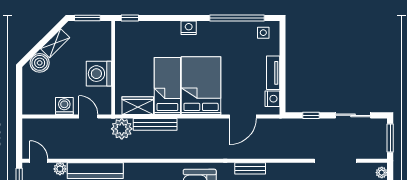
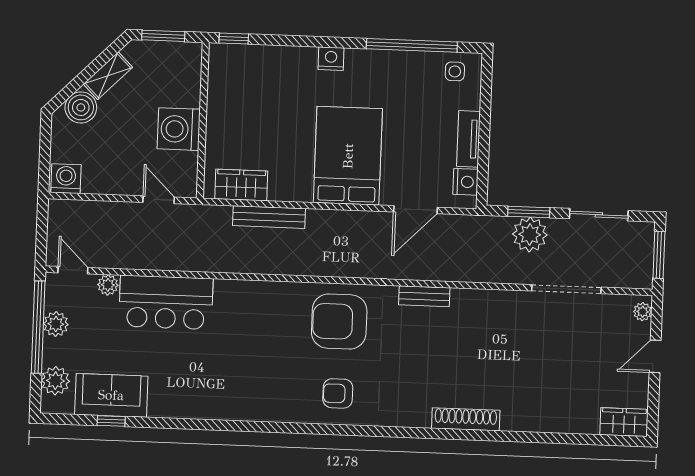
bed: (167, 86) -> (292, 154), removed
washing machine: (64, 106) -> (66, 179), moved
window: (311, 115) -> (529, 212), width x1.50
plant: (122, 129) -> (530, 234), moved

